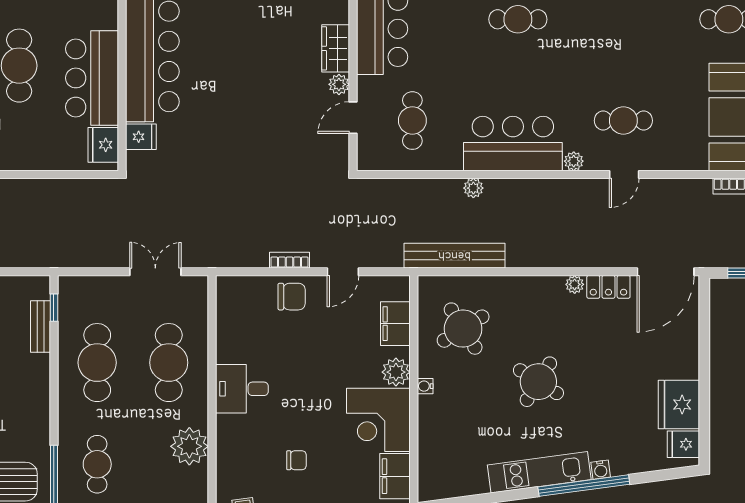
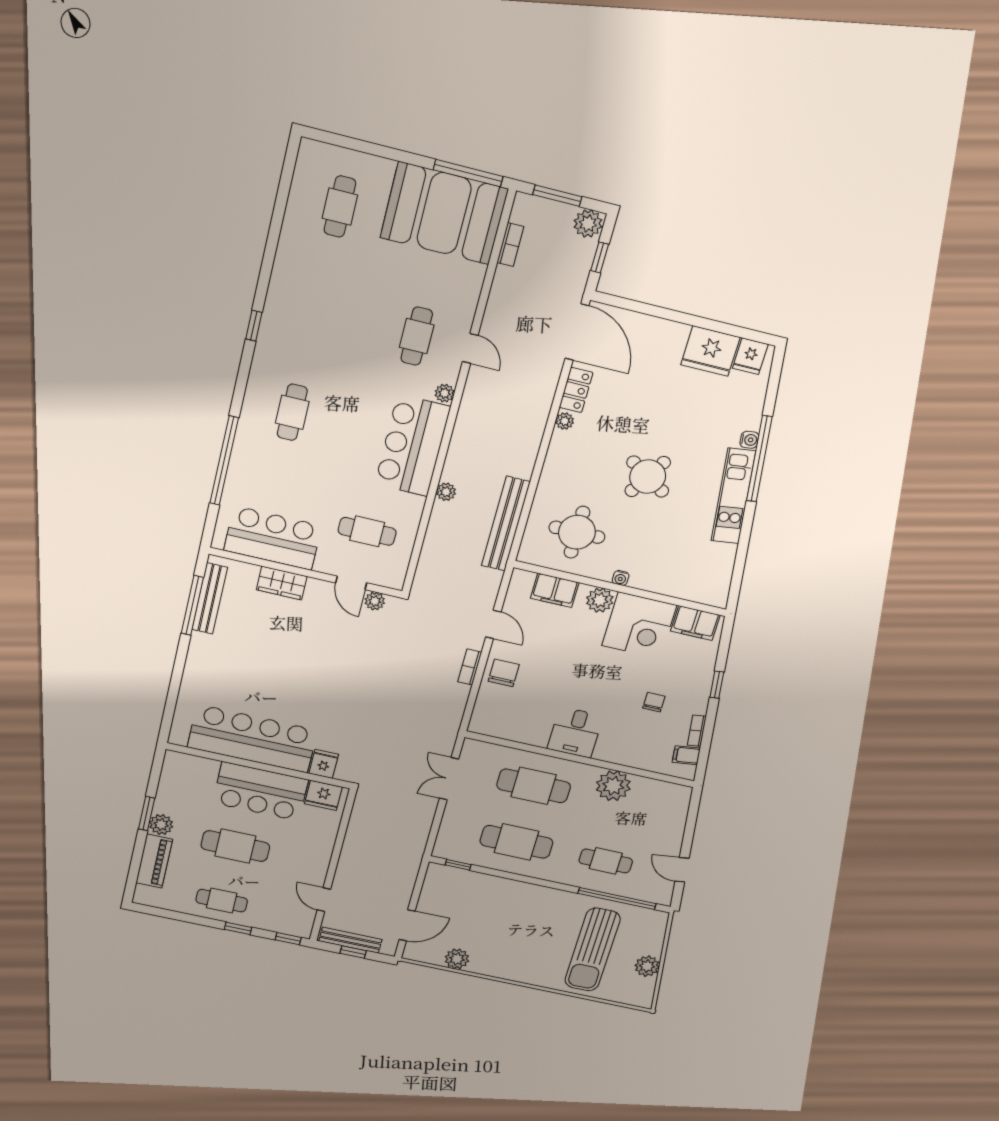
plant: (339, 84) -> (375, 601), moved
bench: (40, 326) -> (472, 879), removed
round table: (463, 329) -> (577, 532), turned 32

